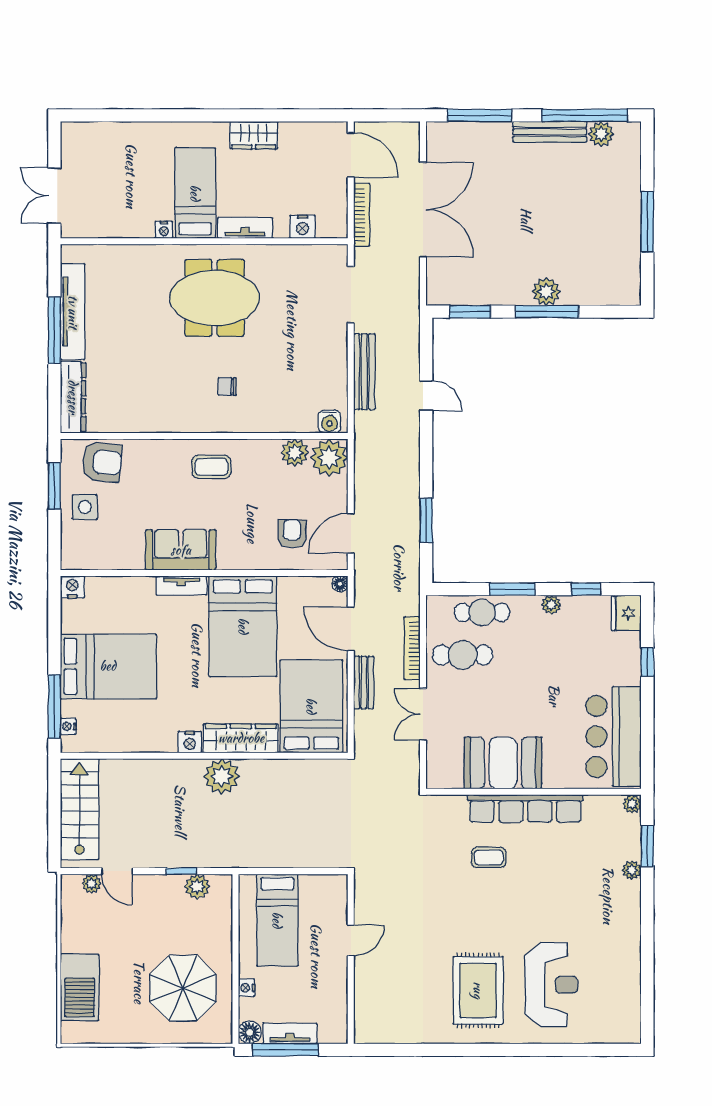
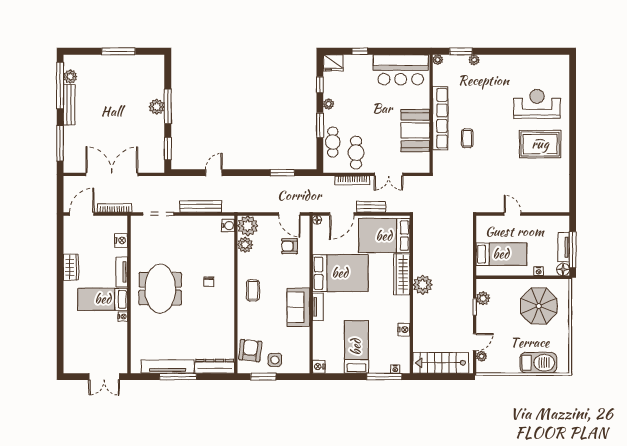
bed: (108, 666) -> (356, 347), width x0.67
nightstand: (190, 742) -> (404, 330), moved

